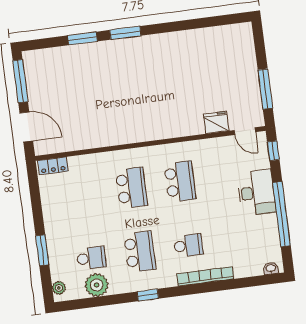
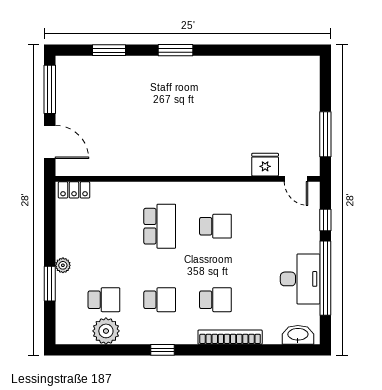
window: (82, 38) -> (109, 50), moved
window: (273, 151) -> (325, 220), moved
school desk: (180, 181) -> (215, 226), width x0.54
desk: (256, 193) -> (300, 279), moved
school desk: (140, 252) -> (160, 300), width x0.54
washbasin: (271, 268) -> (298, 335), width x1.91, depth x1.45
plant: (59, 288) -> (63, 265), moved

